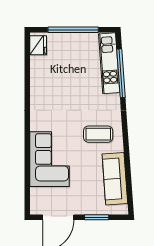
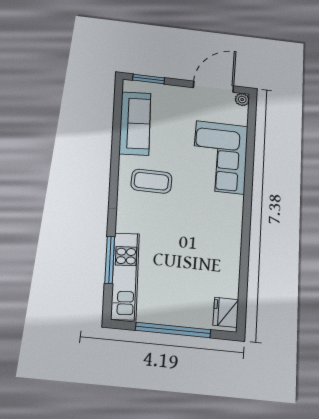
window: (121, 73) -> (110, 260), width x0.68
plant: (35, 209) -> (242, 100), added
window: (97, 217) -> (149, 79), moved

